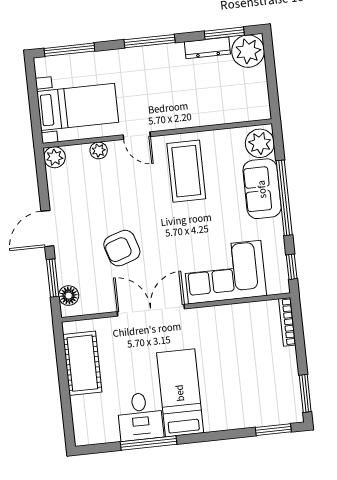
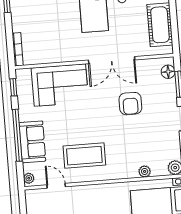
door: (137, 136) -> (56, 186), moved
plant: (260, 143) -> (29, 178), width x0.53, depth x0.53
coffee table: (186, 171) -> (84, 156), turned 90
armchair: (122, 248) -> (130, 104), turned 108

